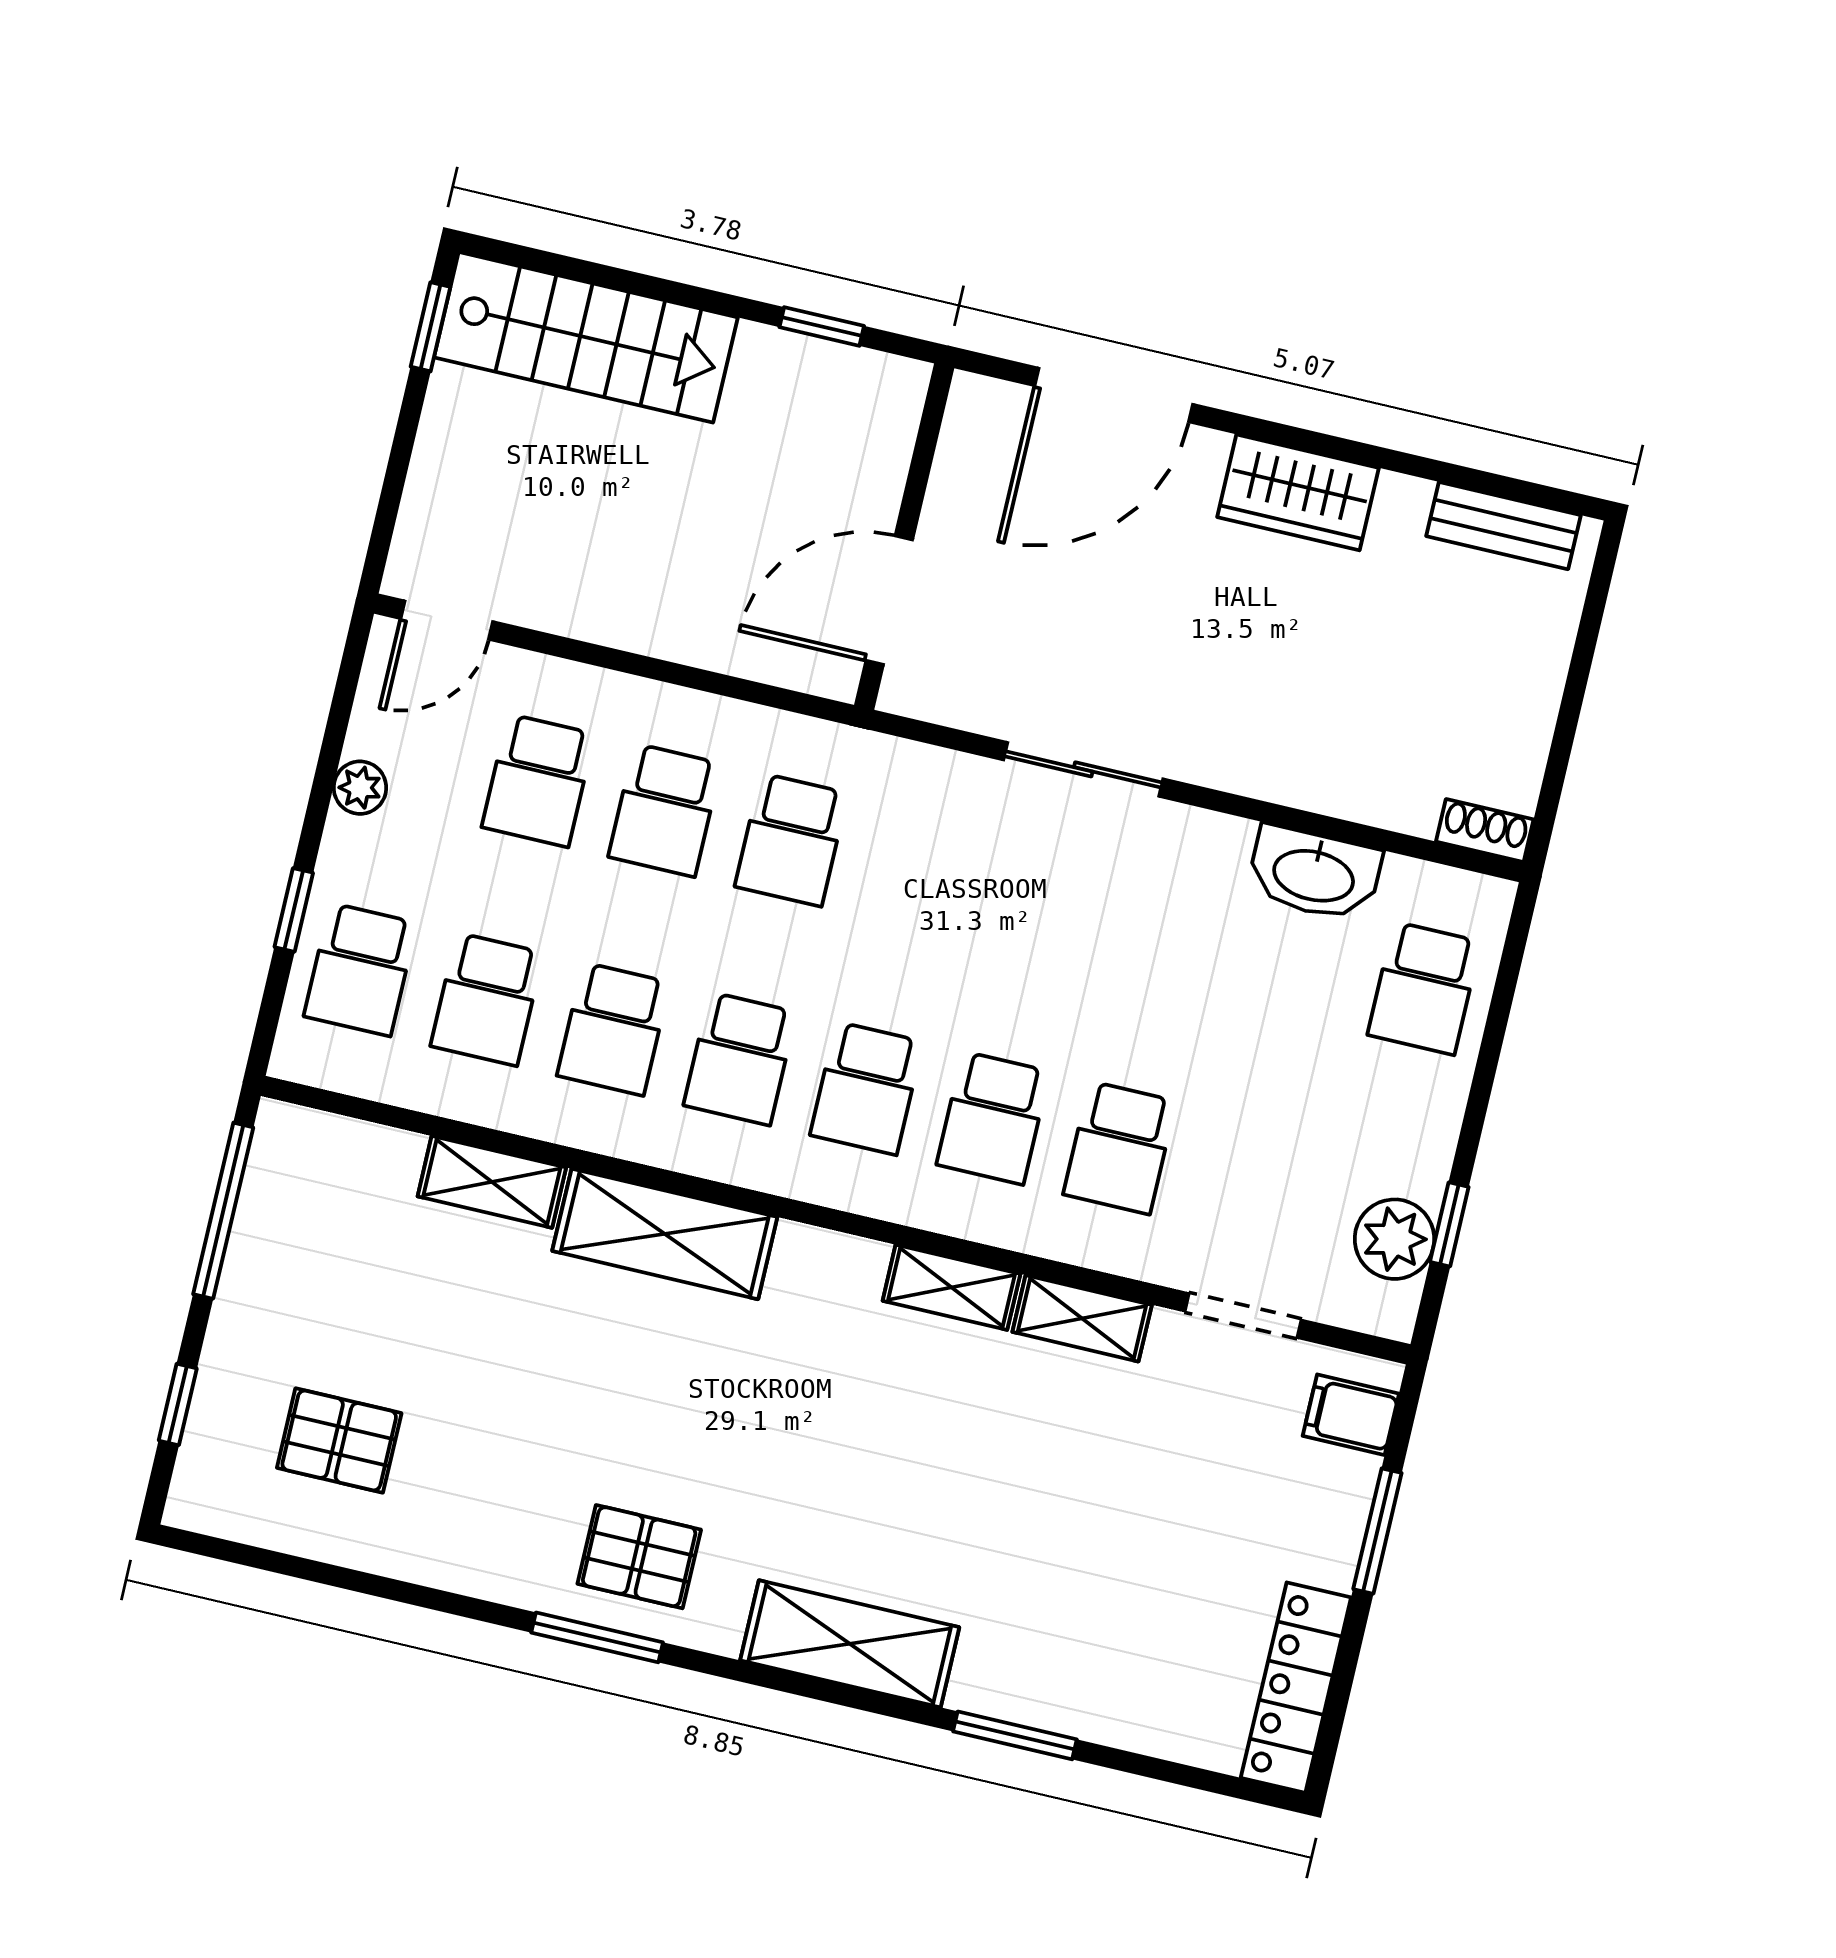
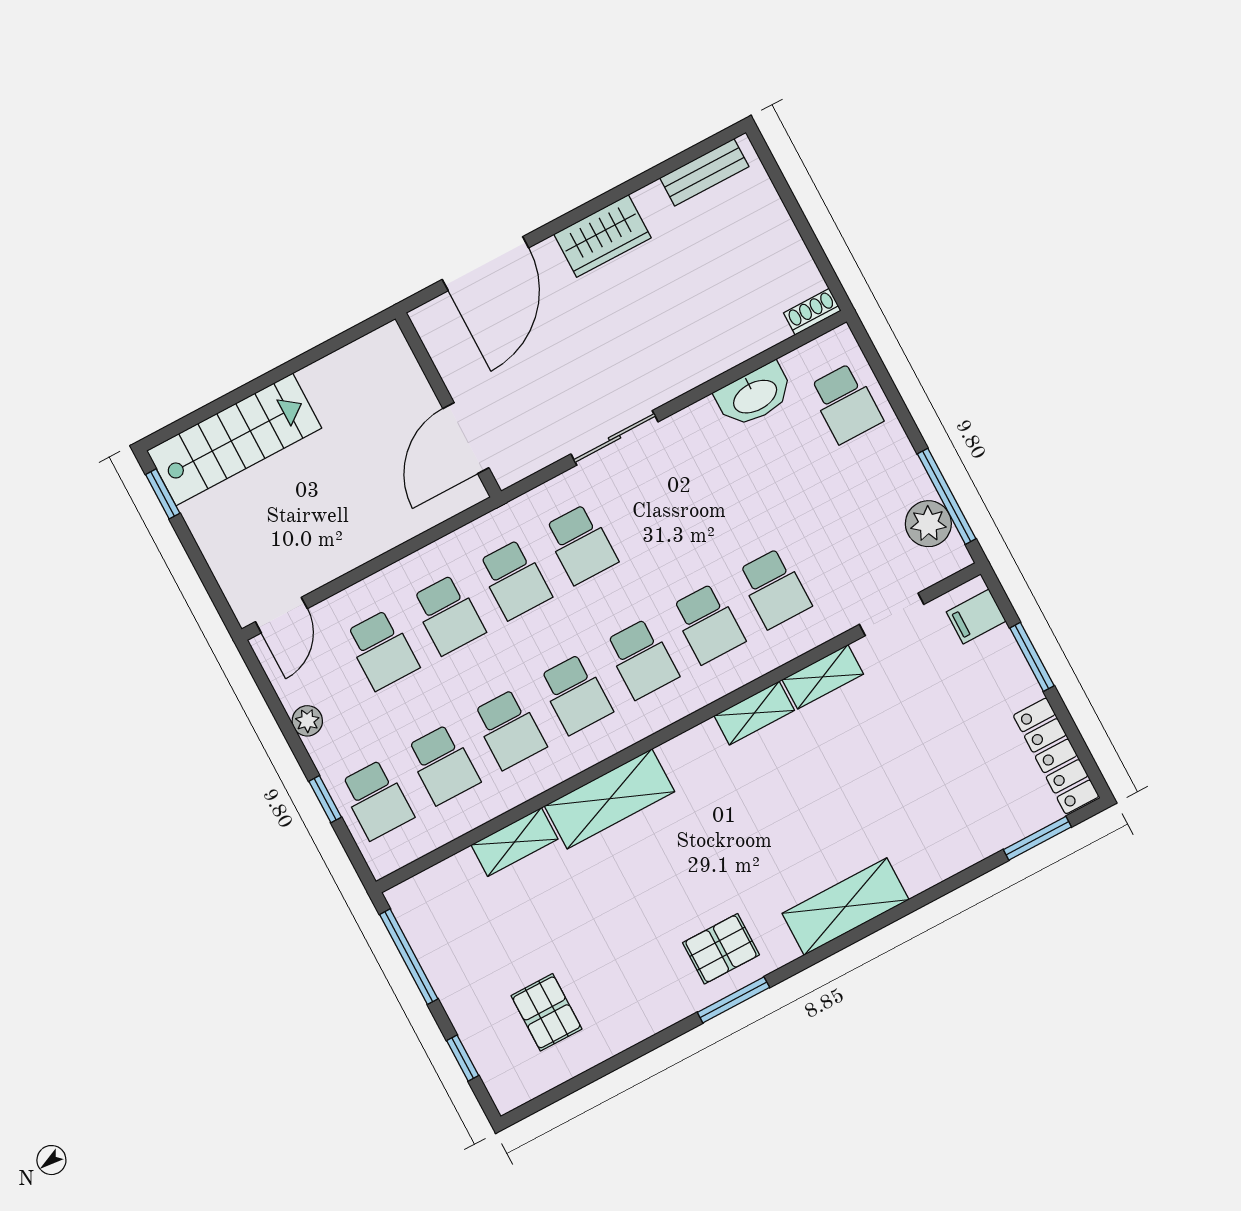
window: (822, 327) -> (333, 345), removed
school desk: (918, 870) -> (581, 544), added
window: (1449, 1224) -> (947, 496), width x2.17
pallet: (339, 1441) -> (547, 1012), turned 90
window: (1015, 1735) -> (1037, 838), moved

